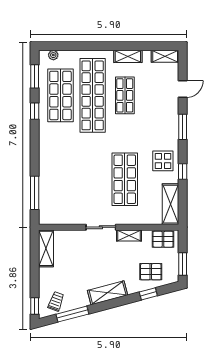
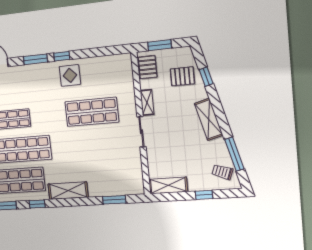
window: (183, 171) -> (62, 56), moved
window: (35, 193) -> (114, 200), width x0.69
shelving: (171, 204) -> (68, 191), moved
window: (183, 264) -> (160, 45), moved
pallet: (151, 272) -> (182, 76), turned 90
window: (35, 306) -> (204, 195), moved

